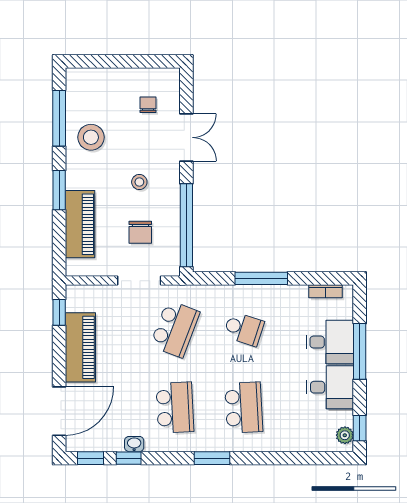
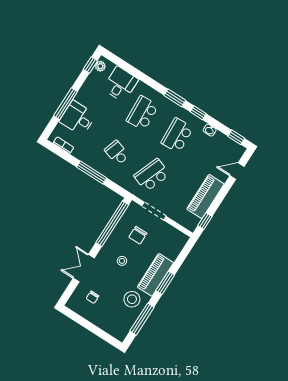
piano: (80, 224) -> (155, 275), moved
chair: (140, 232) -> (138, 235), turned 180
desk: (330, 387) -> (121, 84), moved, turned 90
door: (59, 411) -> (237, 171), width x0.53
window: (129, 458) -> (198, 113), moved

